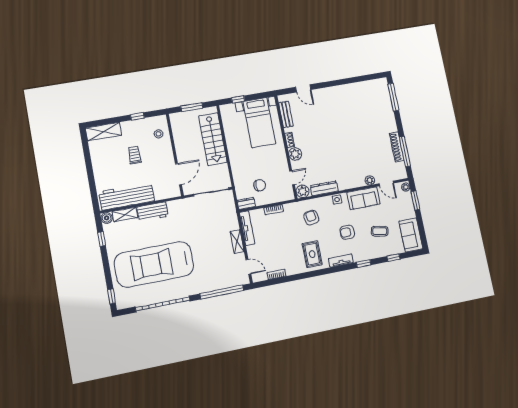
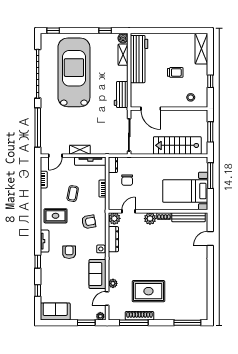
window: (238, 99) -> (210, 176), width x2.17
bench: (286, 114) -> (188, 217), width x1.36
rug: (370, 142) -> (148, 291), added
door: (292, 178) -> (128, 211), swing flipped
workbench: (153, 212) -> (121, 94), moved
coffee table: (380, 231) -> (73, 194), moved

